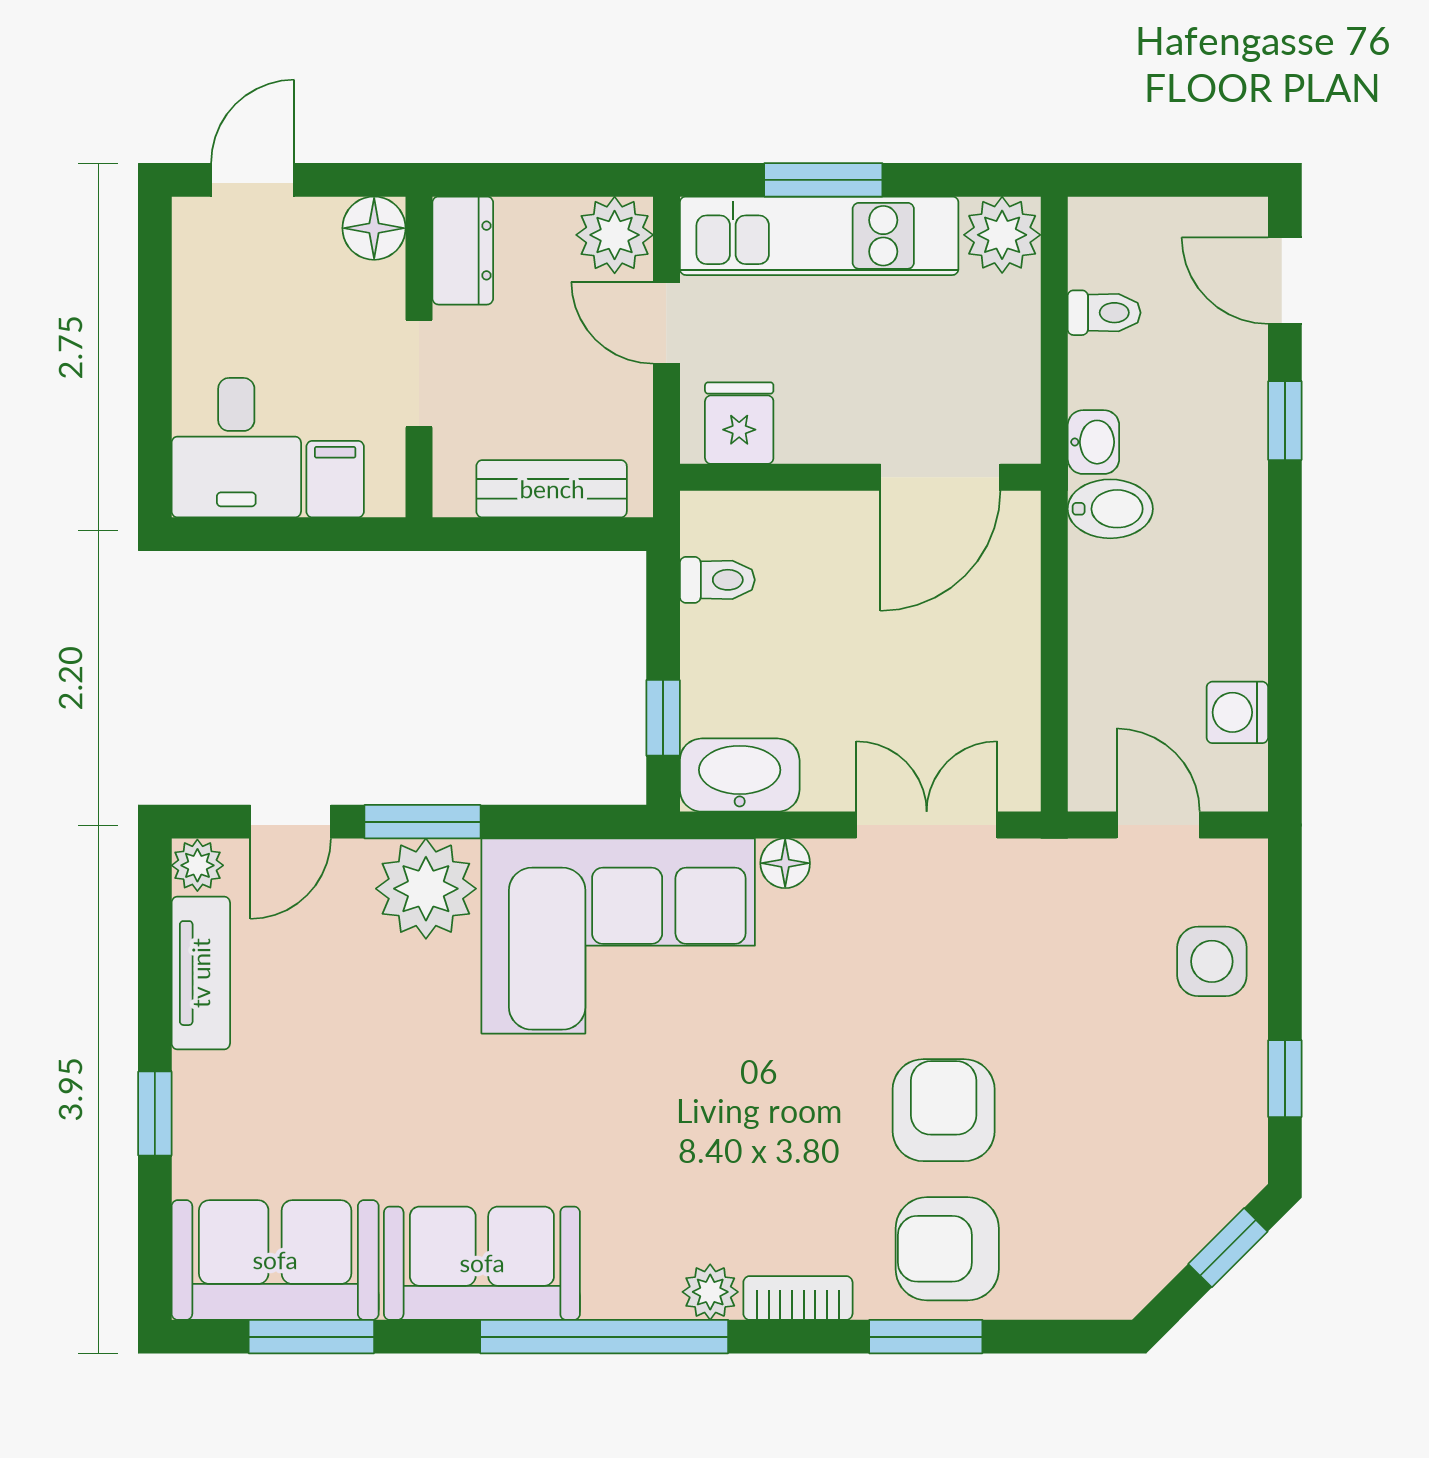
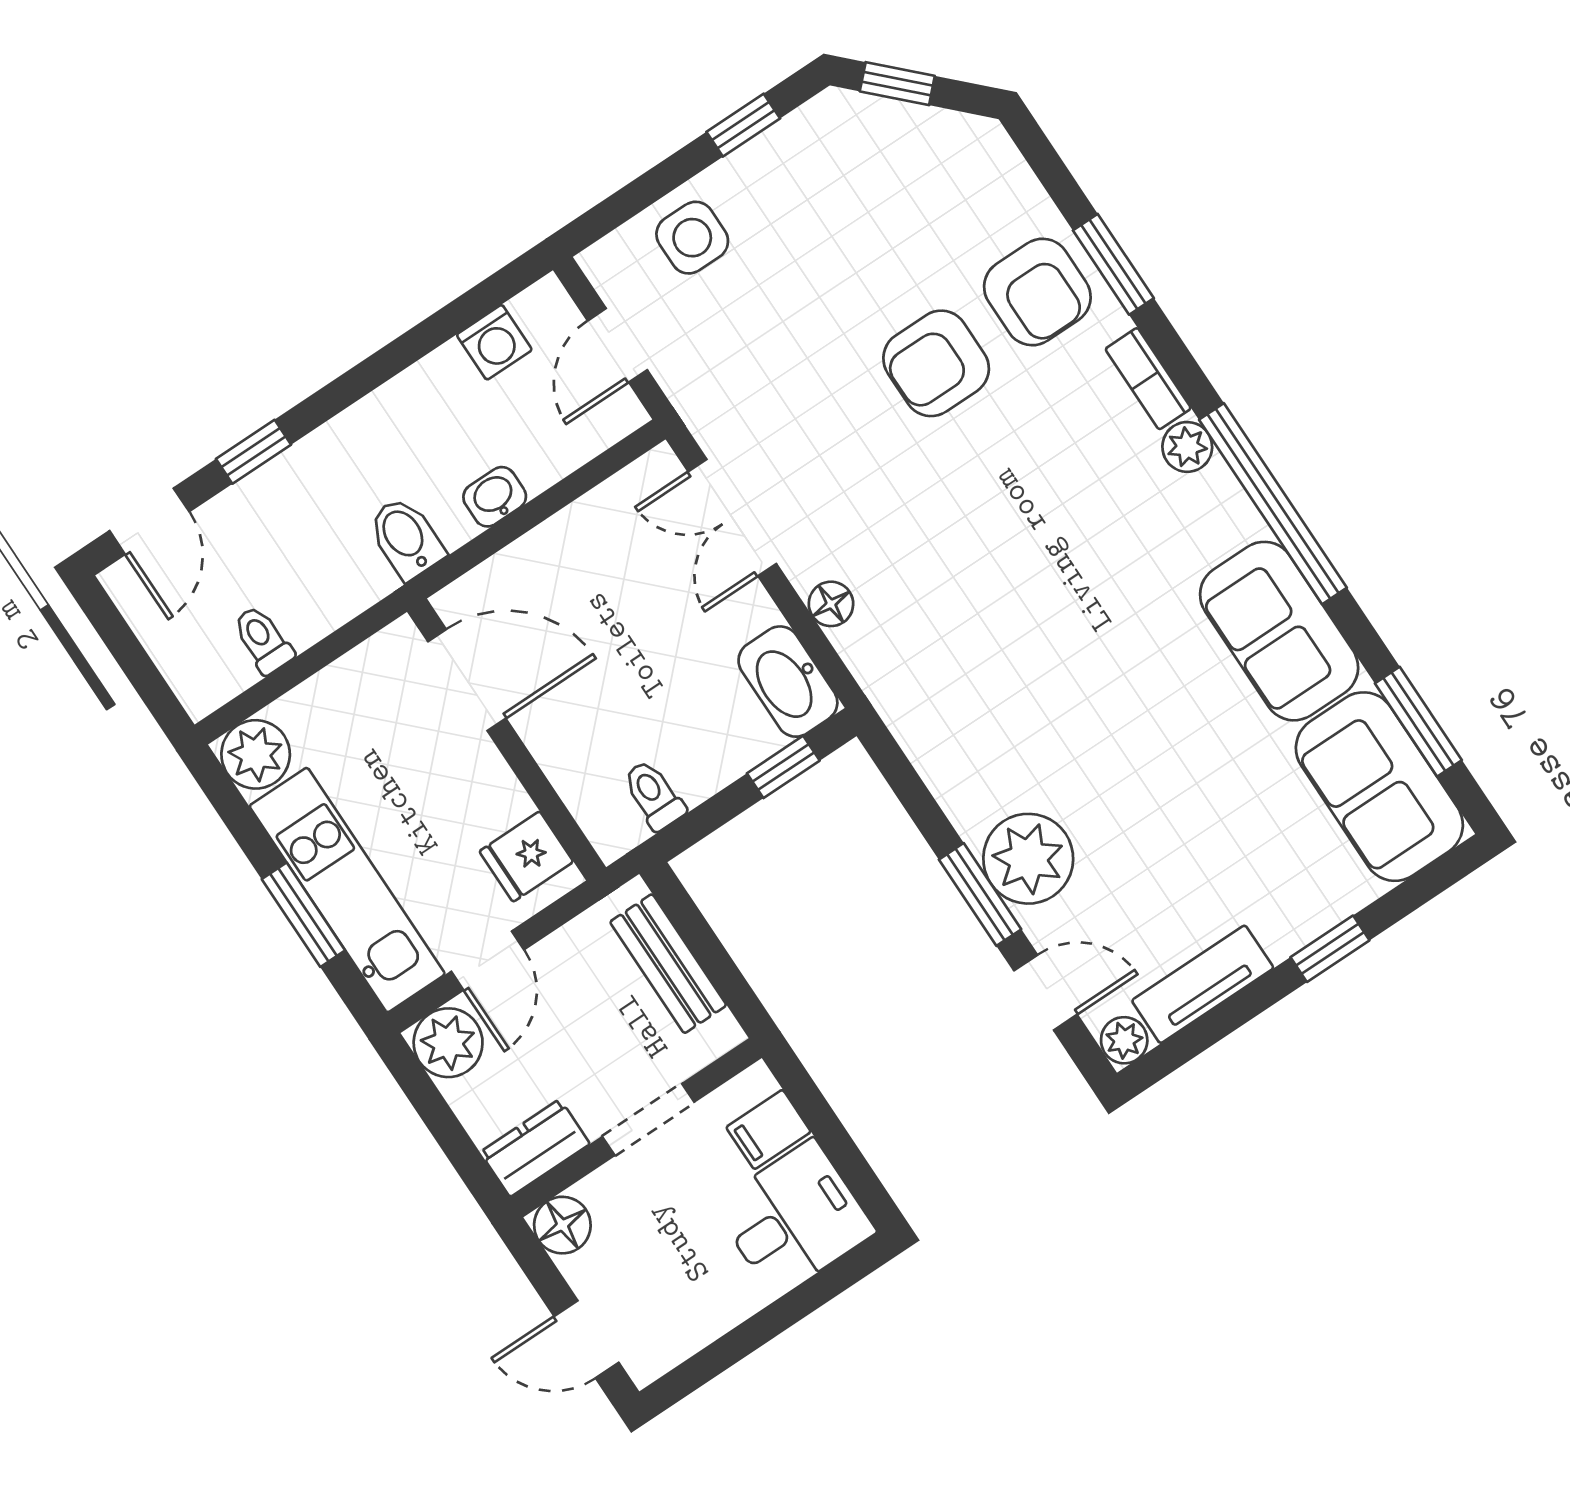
washbasin: (1093, 442) -> (495, 497), moved
corner sofa: (618, 936) -> (968, 692), removed

